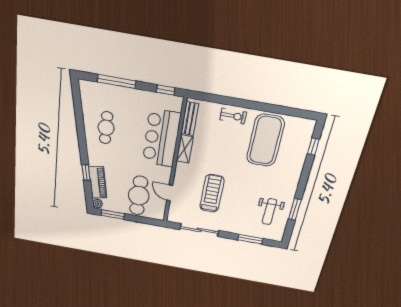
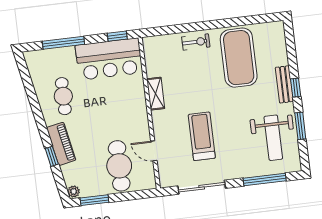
bench: (190, 119) -> (284, 84), moved
bar counter: (161, 138) -> (109, 59), moved, turned -90
window: (313, 146) -> (296, 88), moved
piano: (98, 182) -> (61, 144), moved
weight bench: (269, 212) -> (273, 138), width x1.36, depth x1.33
window: (250, 239) -> (265, 180), width x1.44

